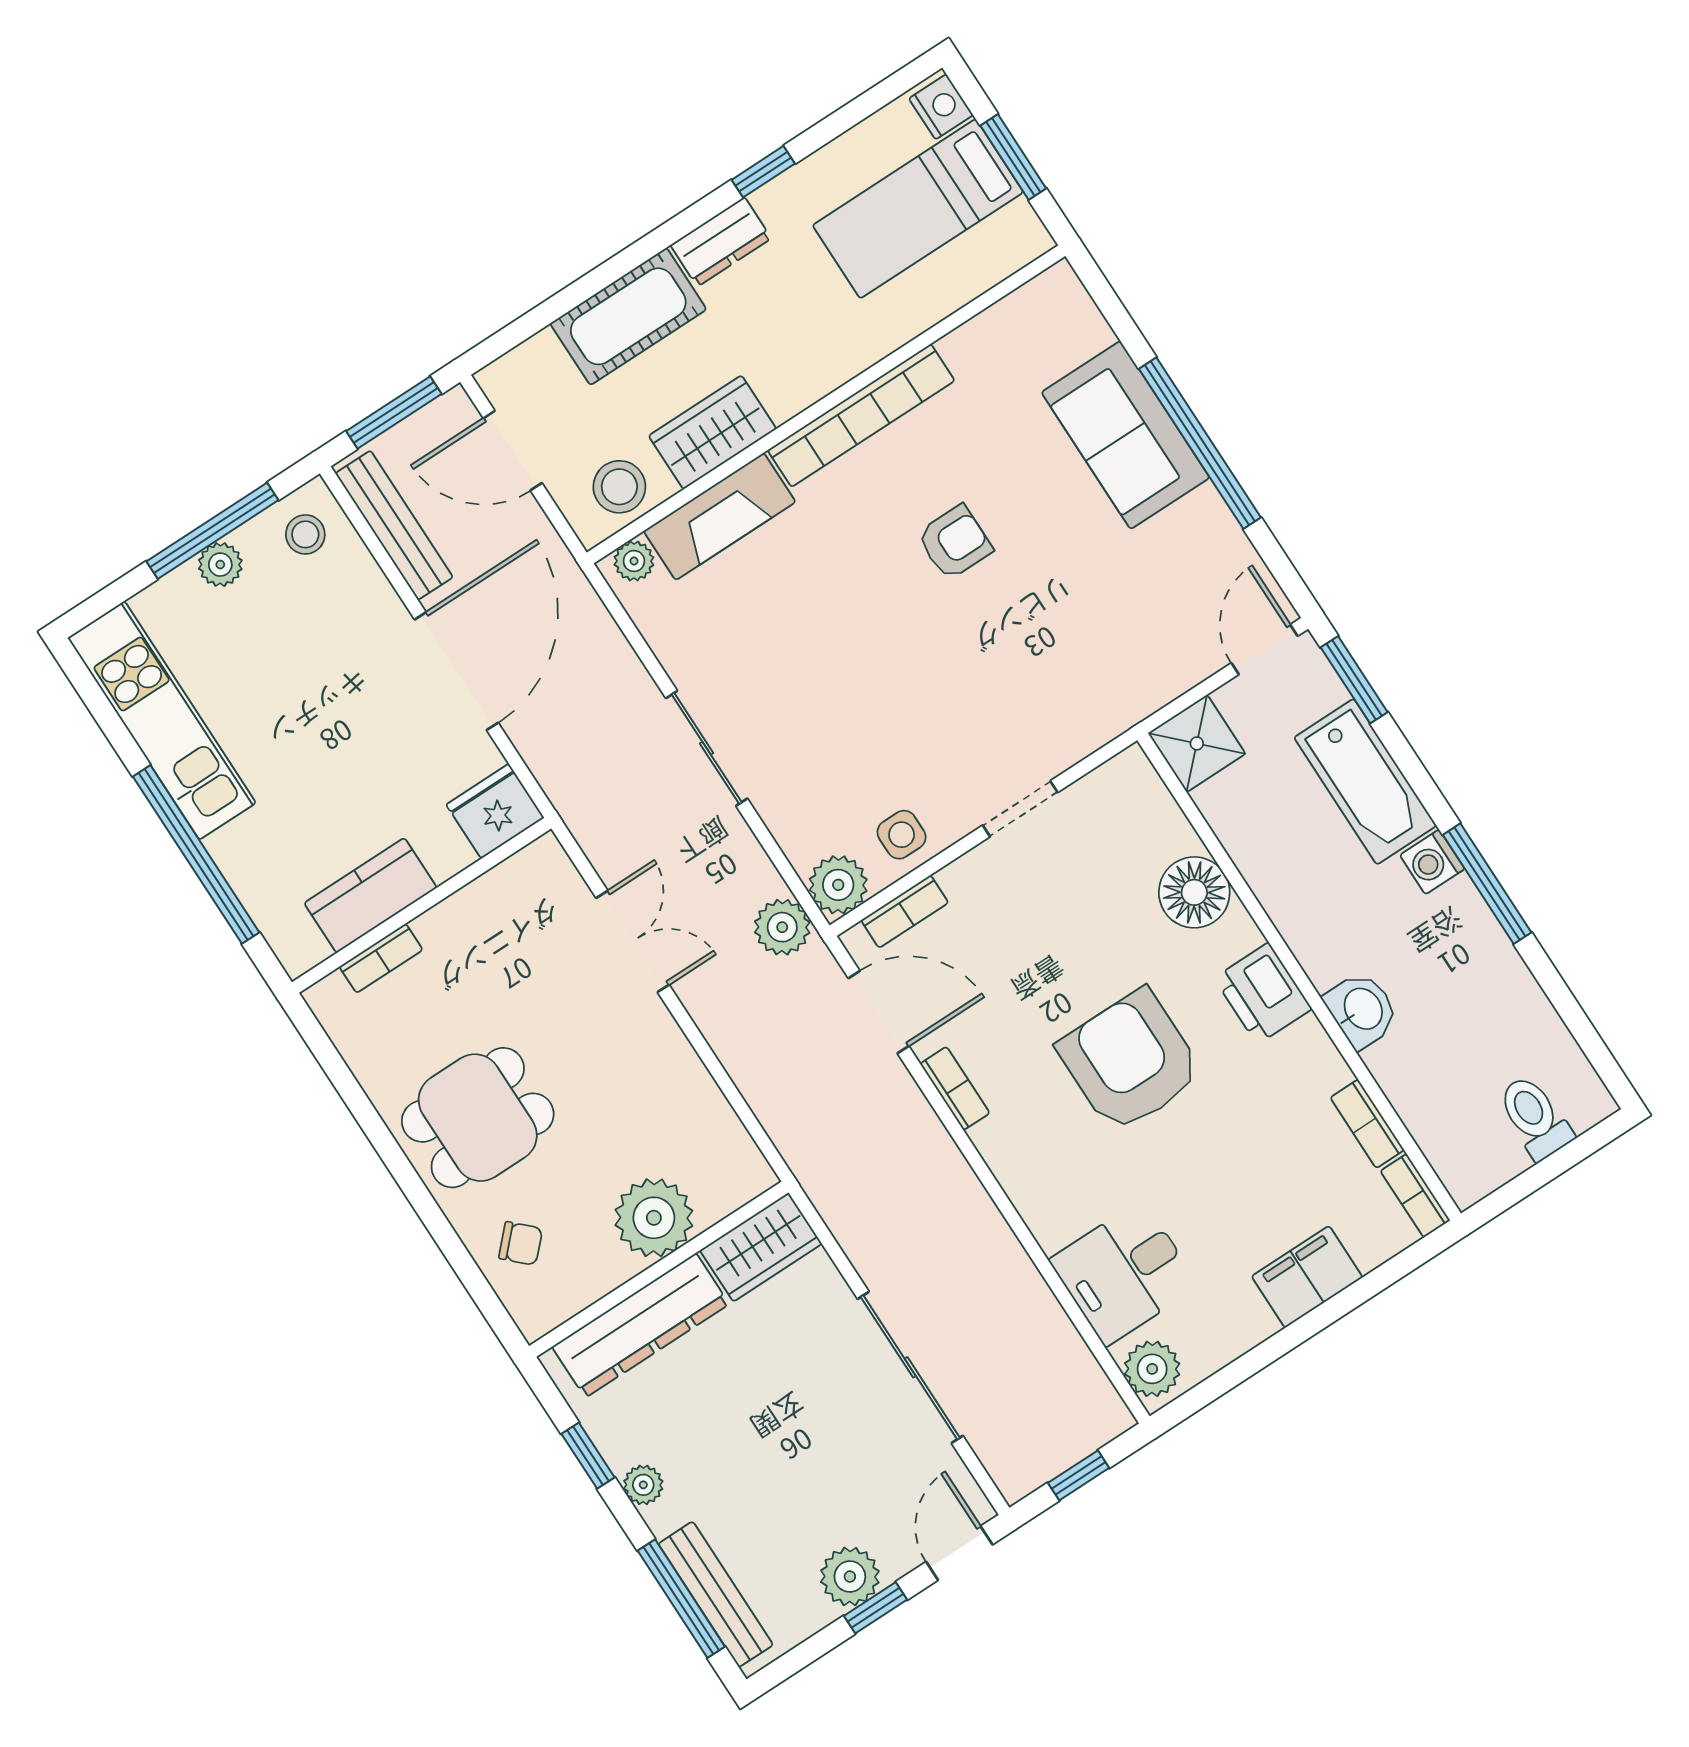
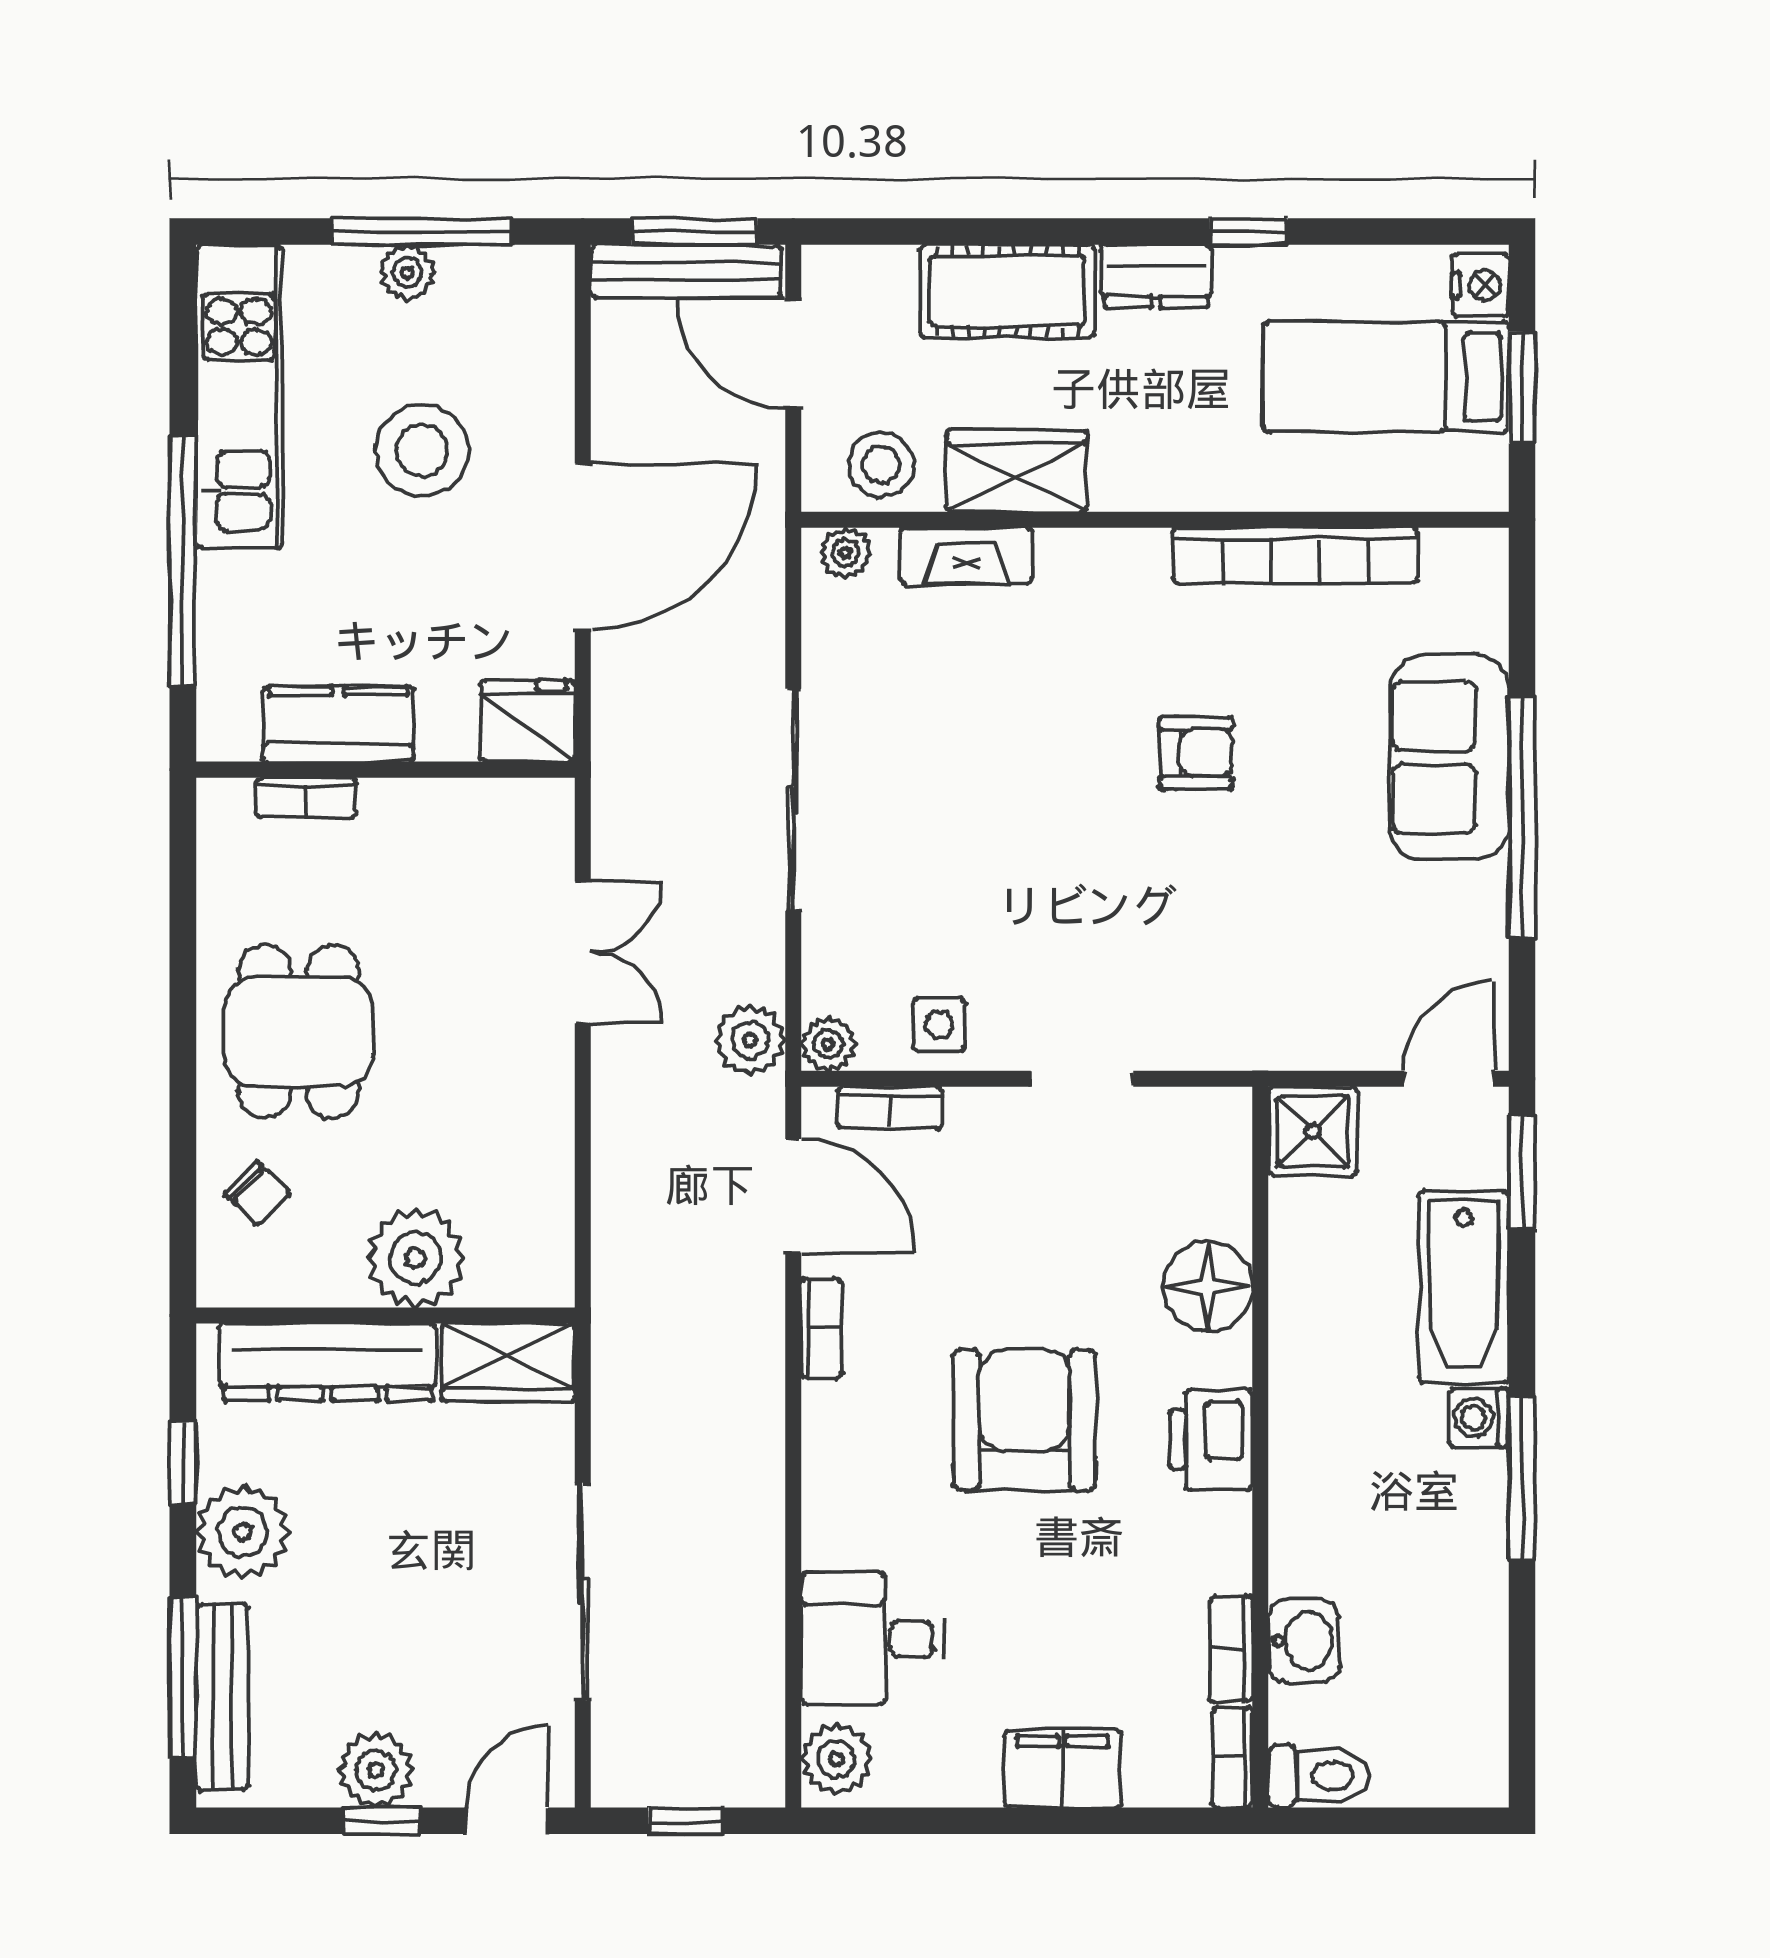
bookcase: (861, 415) -> (1295, 555), moved
fireplace: (720, 516) -> (966, 556), width x0.73, depth x0.76
bench: (394, 525) -> (686, 271), moved, turned 90
stool: (305, 534) -> (422, 450), moved, width x1.89, depth x1.89
sliding door: (707, 748) -> (793, 800), width x1.37
plant: (838, 885) -> (828, 1044), width x0.73, depth x0.73
washbasin: (1362, 1010) -> (1304, 1641), moved
toilet: (1535, 1117) -> (1319, 1776), moved, turned 90
dining table: (478, 1118) -> (299, 1032), turned 90
plant: (643, 1485) -> (243, 1532), width x1.88, depth x1.88

